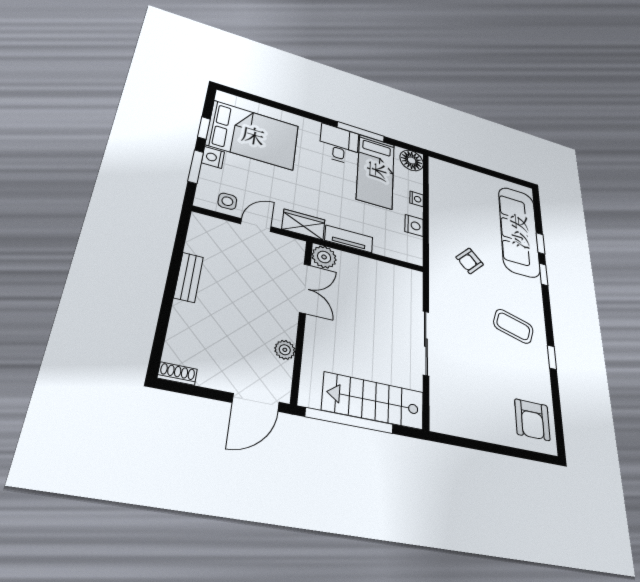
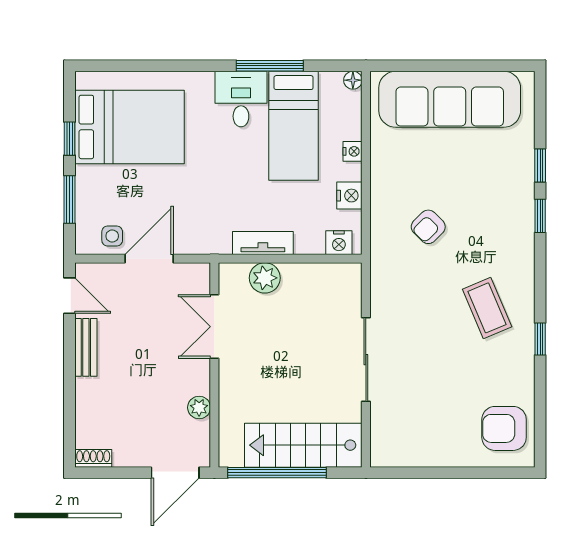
nightstand: (213, 157) -> (339, 243), moved, turned -90
floor lamp: (412, 160) -> (353, 80), width x0.53, depth x0.53
wardrobe: (303, 224) -> (205, 240), removed
door: (256, 225) -> (149, 259), width x1.38
sofa: (519, 231) -> (450, 99), moved, turned -90
door: (182, 234) -> (70, 296), added
plant: (324, 257) -> (265, 278), moved
double door: (305, 288) -> (214, 327), swing flipped
coffee table: (513, 326) -> (487, 308), turned 51
armchair: (532, 420) -> (504, 428), turned 90

